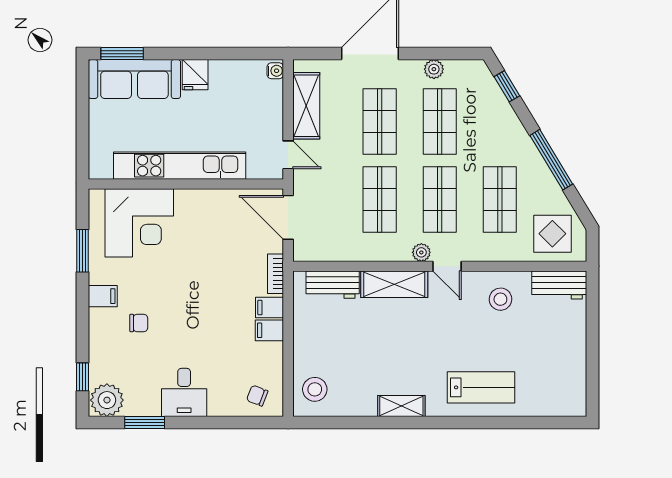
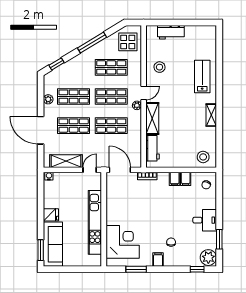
door: (288, 217) -> (120, 170), swing flipped
workbench: (559, 285) -> (171, 32), moved, turned 90
filing cabinet: (270, 308) -> (186, 179), moved

